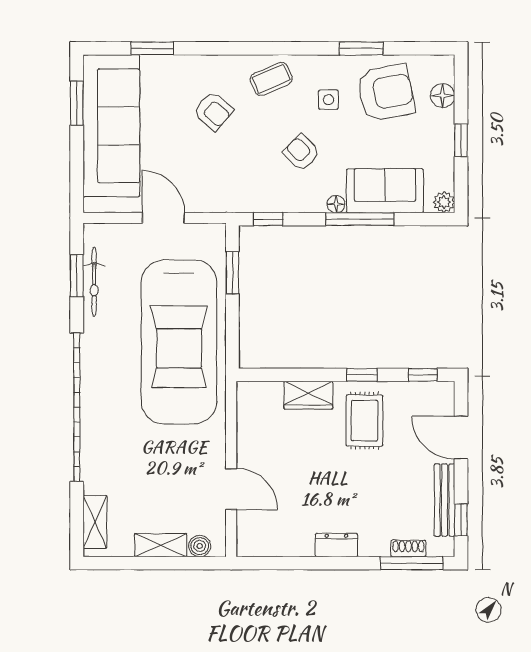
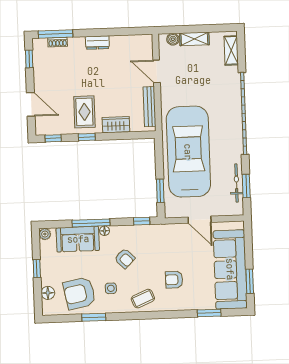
armchair: (213, 111) -> (174, 280), turned -41
bench: (445, 500) -> (149, 107), moved

